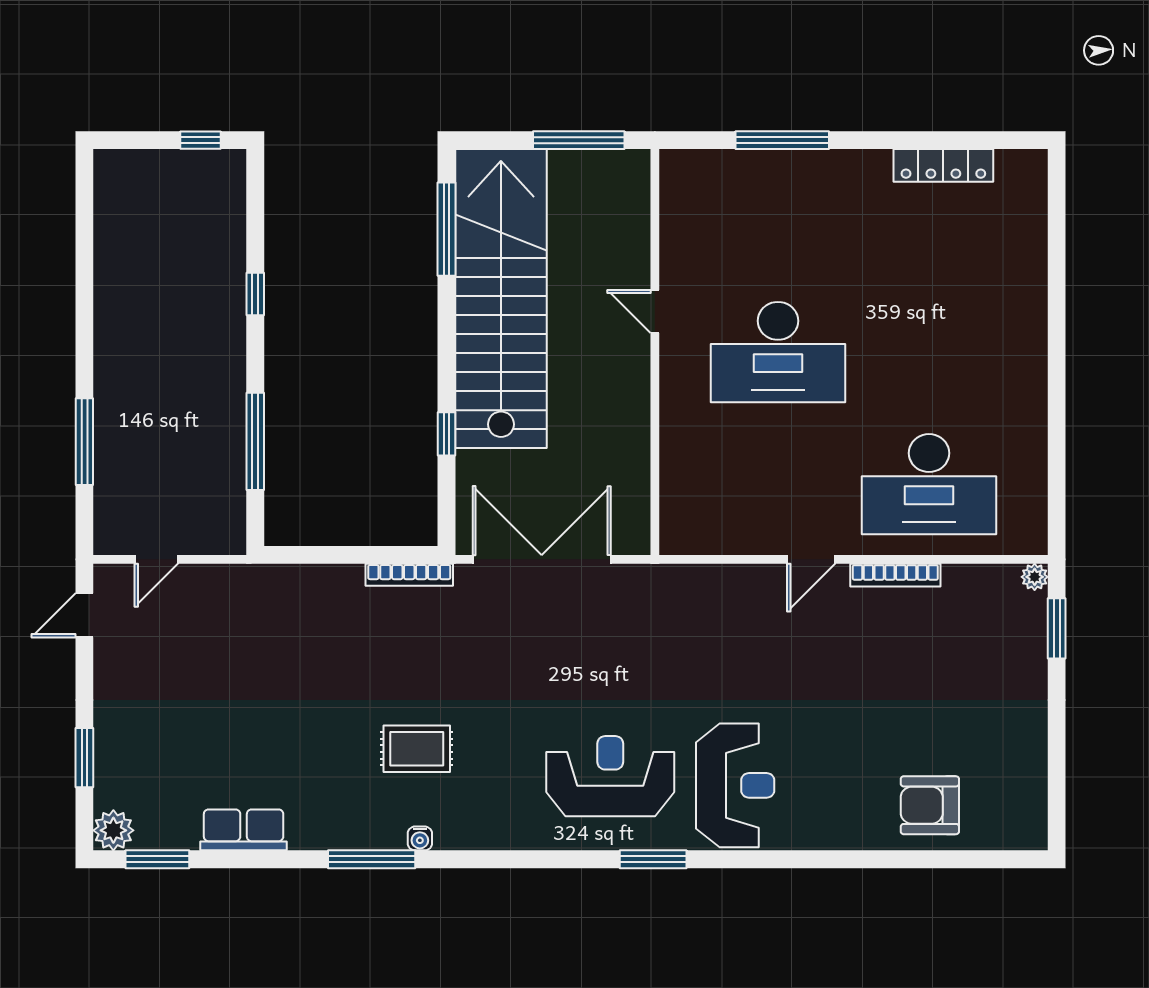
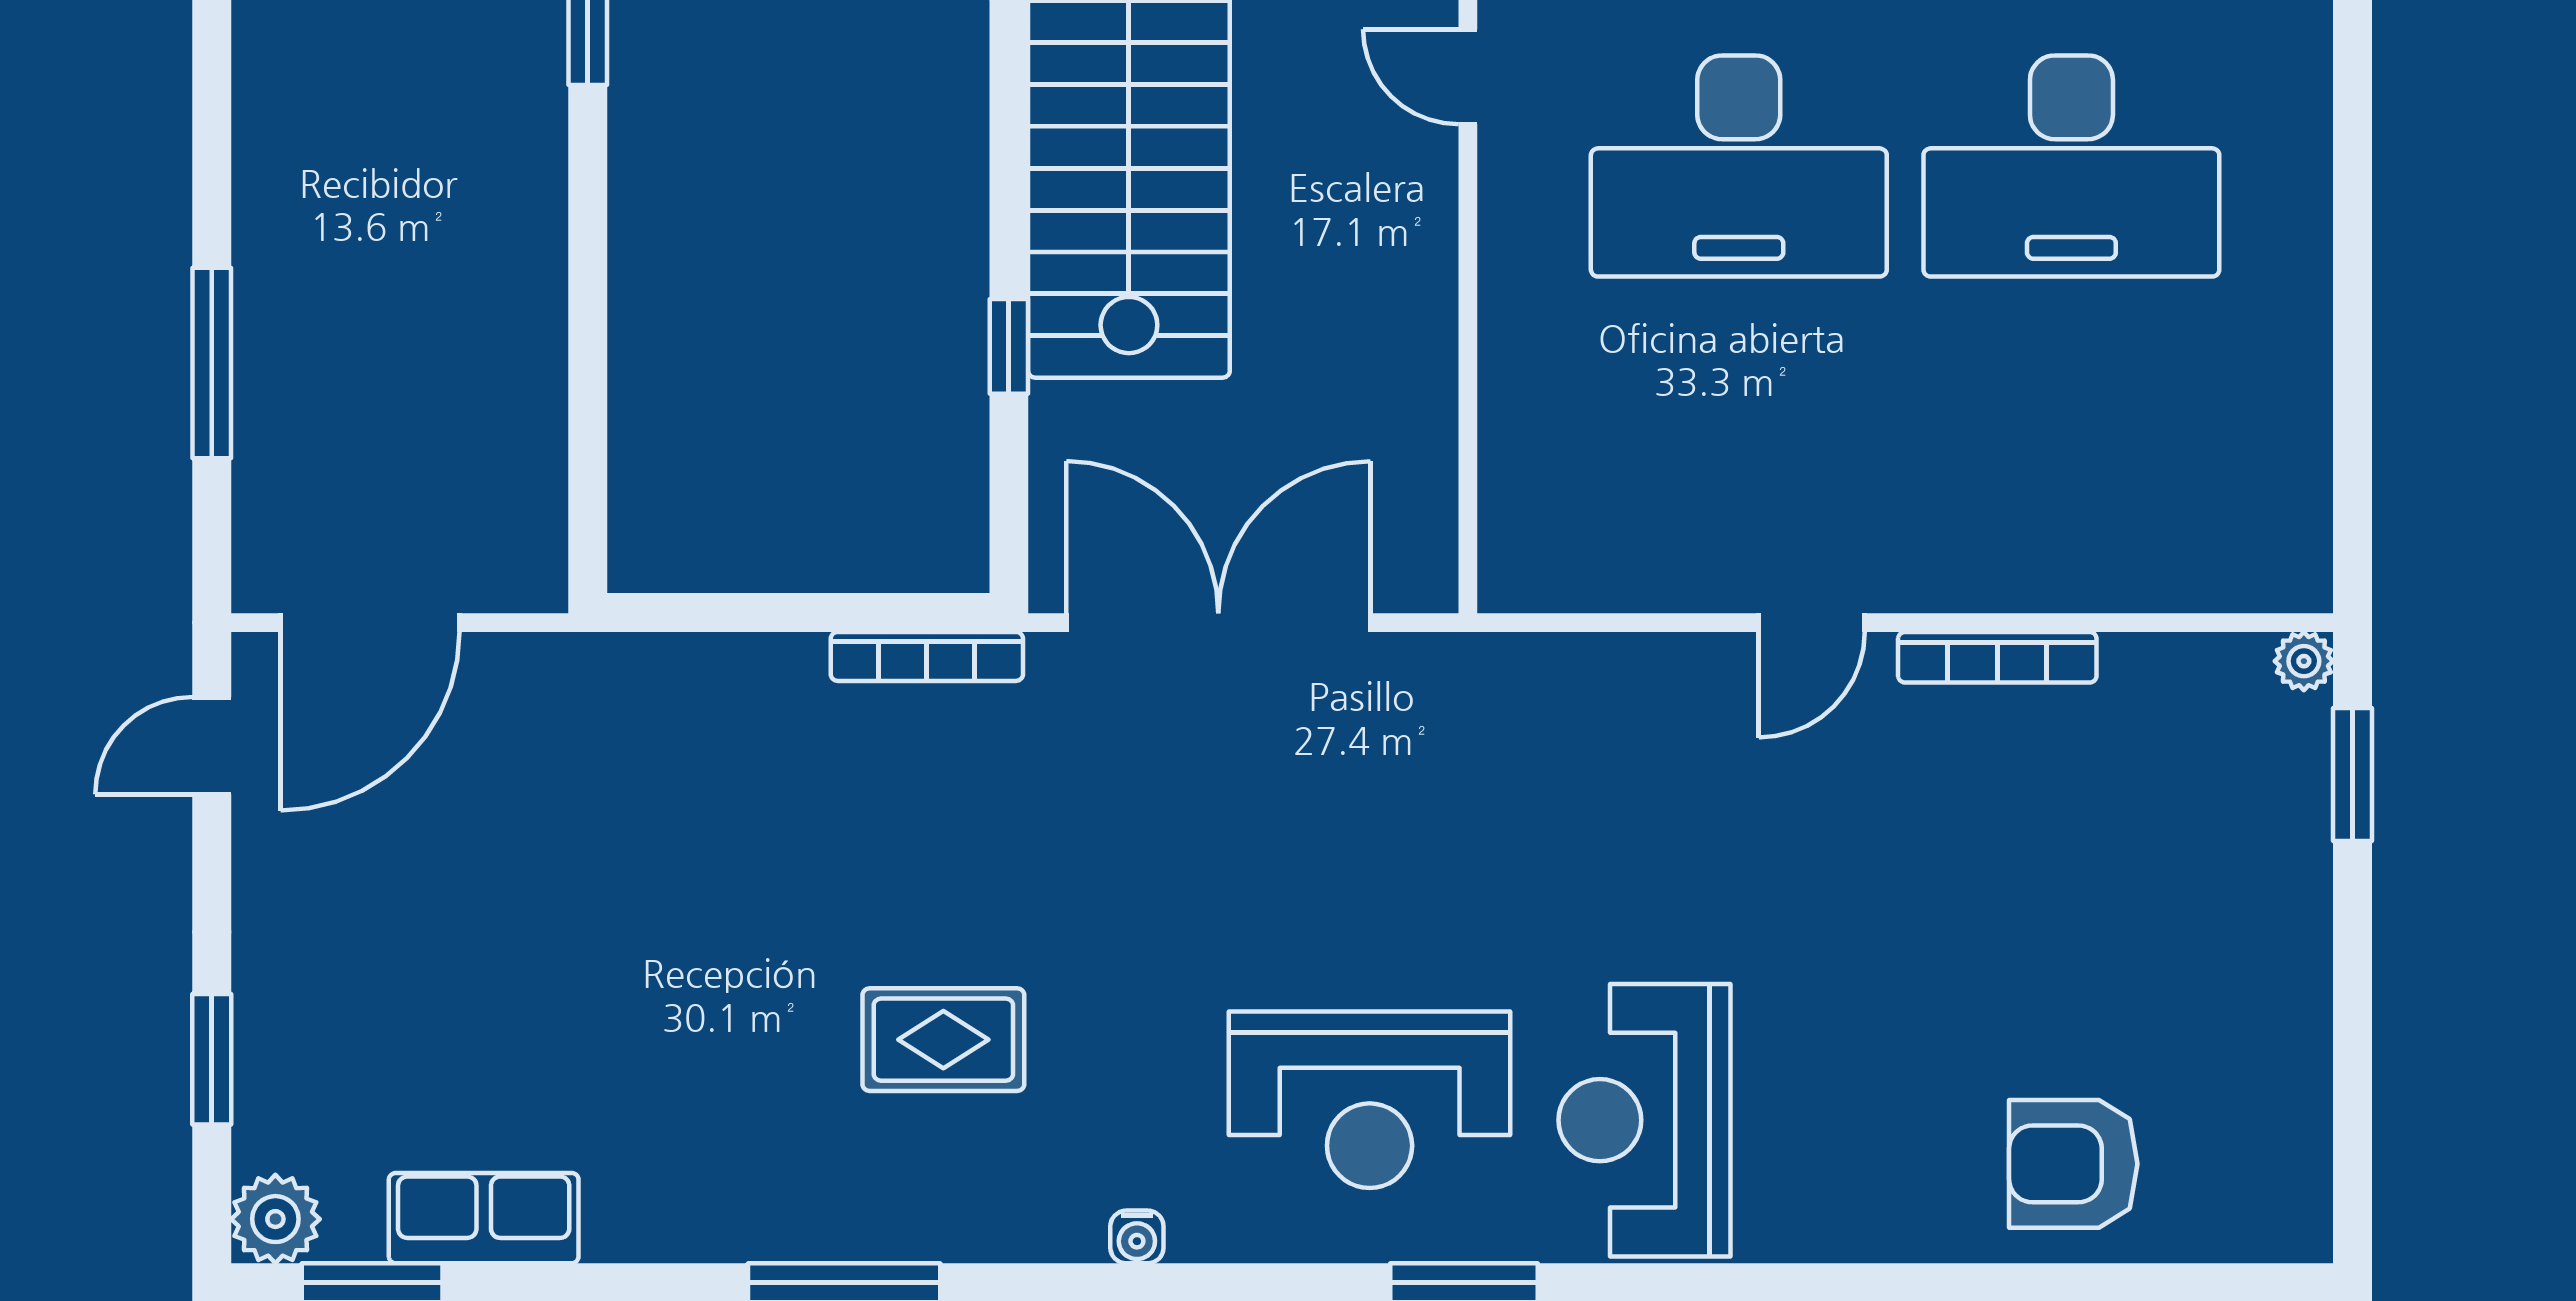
window: (255, 441) -> (588, 363), removed
desk: (929, 484) -> (2071, 166), moved
door: (156, 559) -> (370, 623), width x1.87
reception desk: (610, 776) -> (1370, 1100), turned 180
reception desk: (735, 785) -> (1645, 1120), turned 180
row of seats: (244, 830) -> (484, 1218), moved
water cooler: (420, 838) -> (1137, 1237), moved

